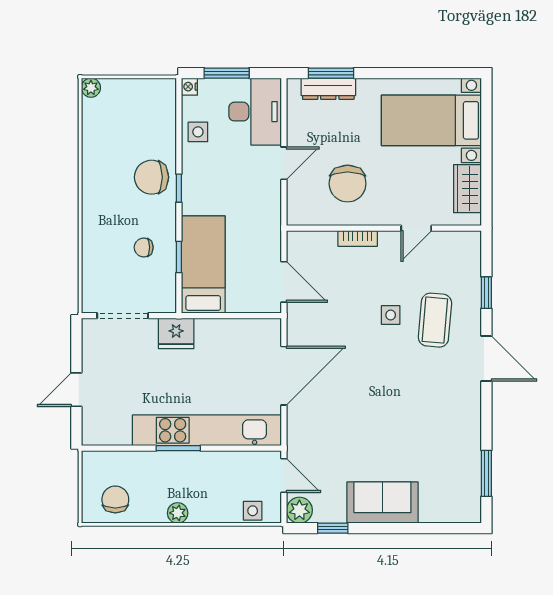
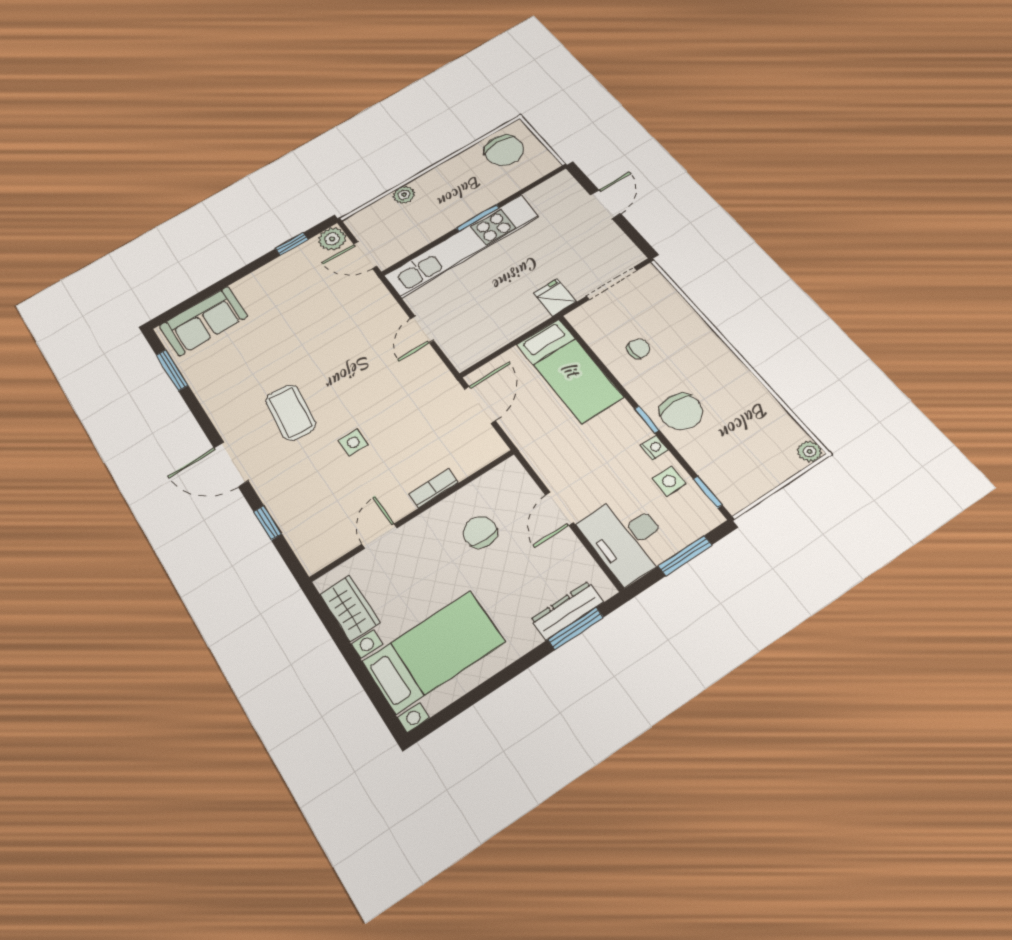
nightstand: (189, 87) -> (654, 448), moved
chair: (152, 177) -> (681, 412), turned 90
chair: (348, 184) -> (480, 532), width x0.73, depth x0.73
window: (179, 257) -> (708, 492), moved
door: (284, 282) -> (480, 405), swing flipped
coffee table: (435, 320) -> (291, 412), moved
fridge: (176, 333) -> (555, 297), width x0.72
door: (284, 376) -> (422, 329), width x0.53
chair: (115, 499) -> (504, 150), width x1.37, depth x1.37
sofa: (382, 503) -> (204, 321), moved
side table: (253, 511) -> (375, 214), removed
plant: (178, 513) -> (404, 195), moved

